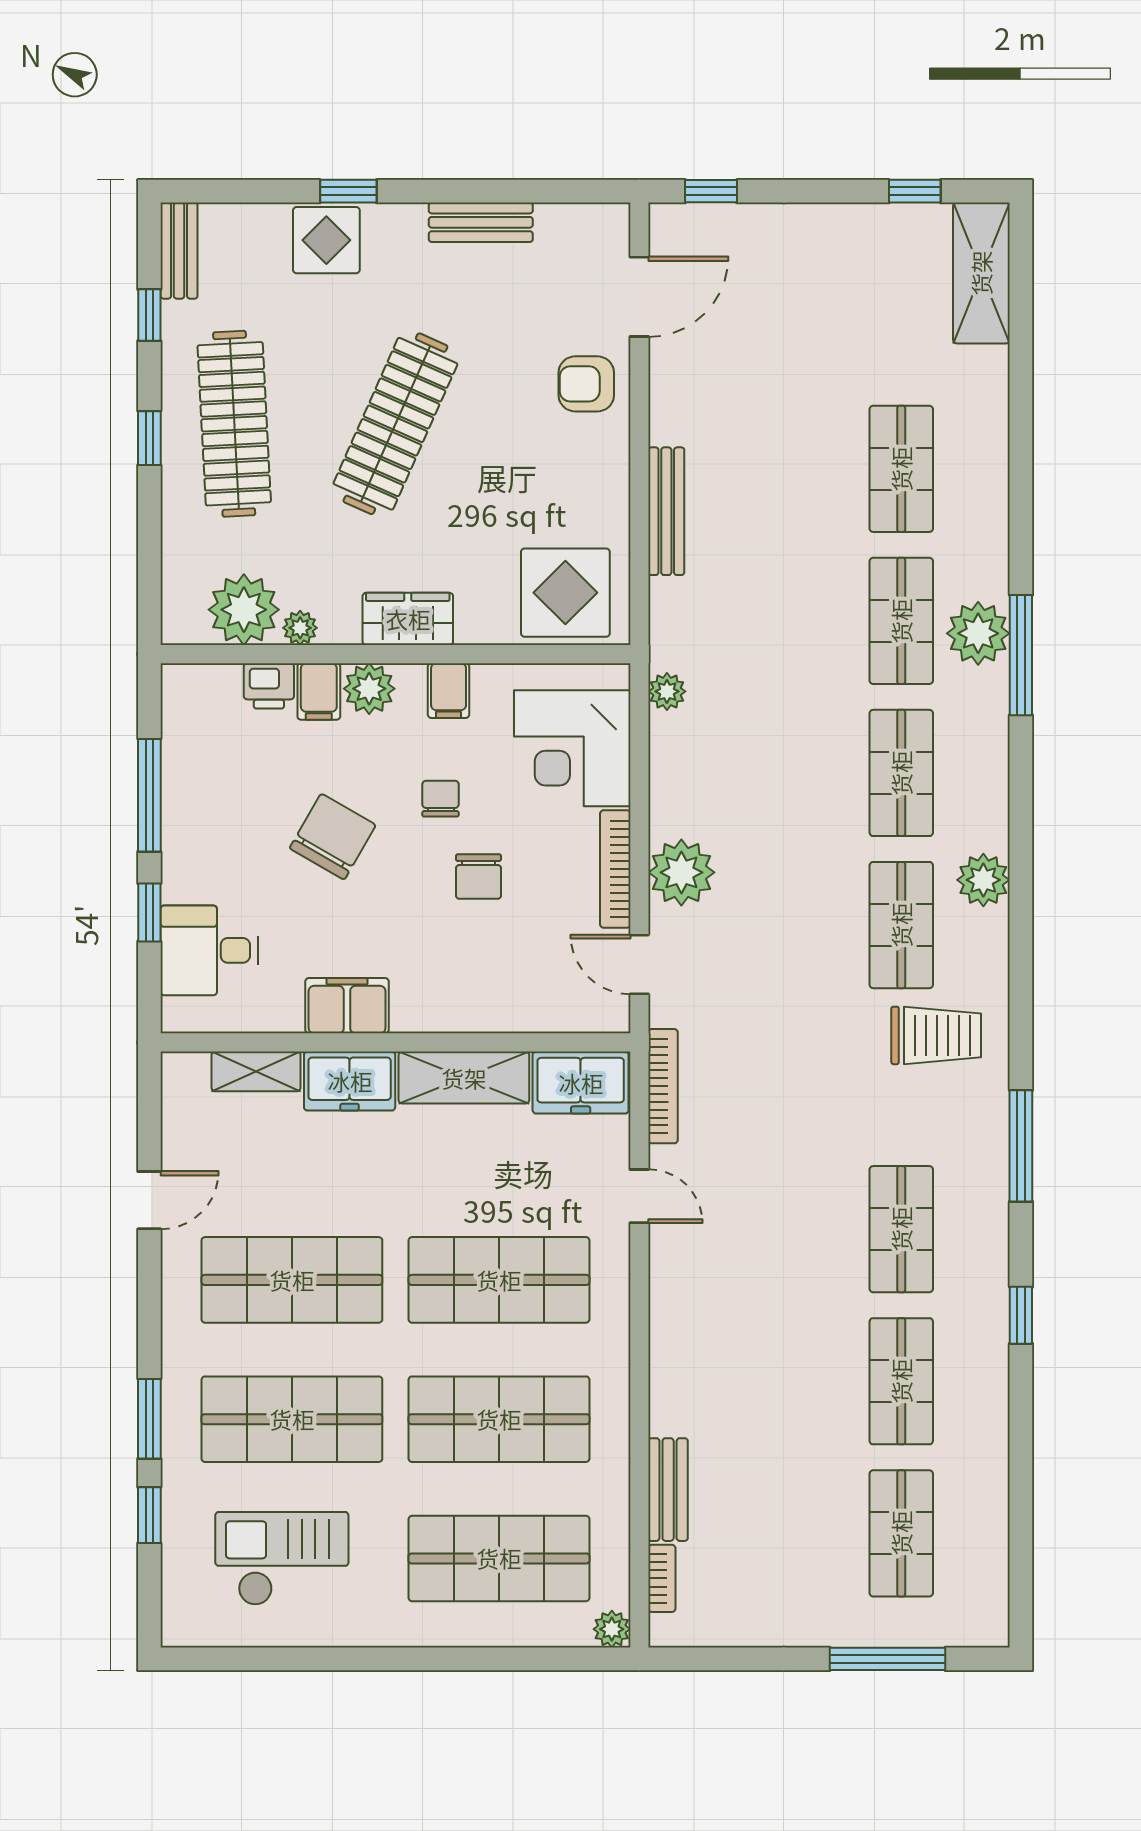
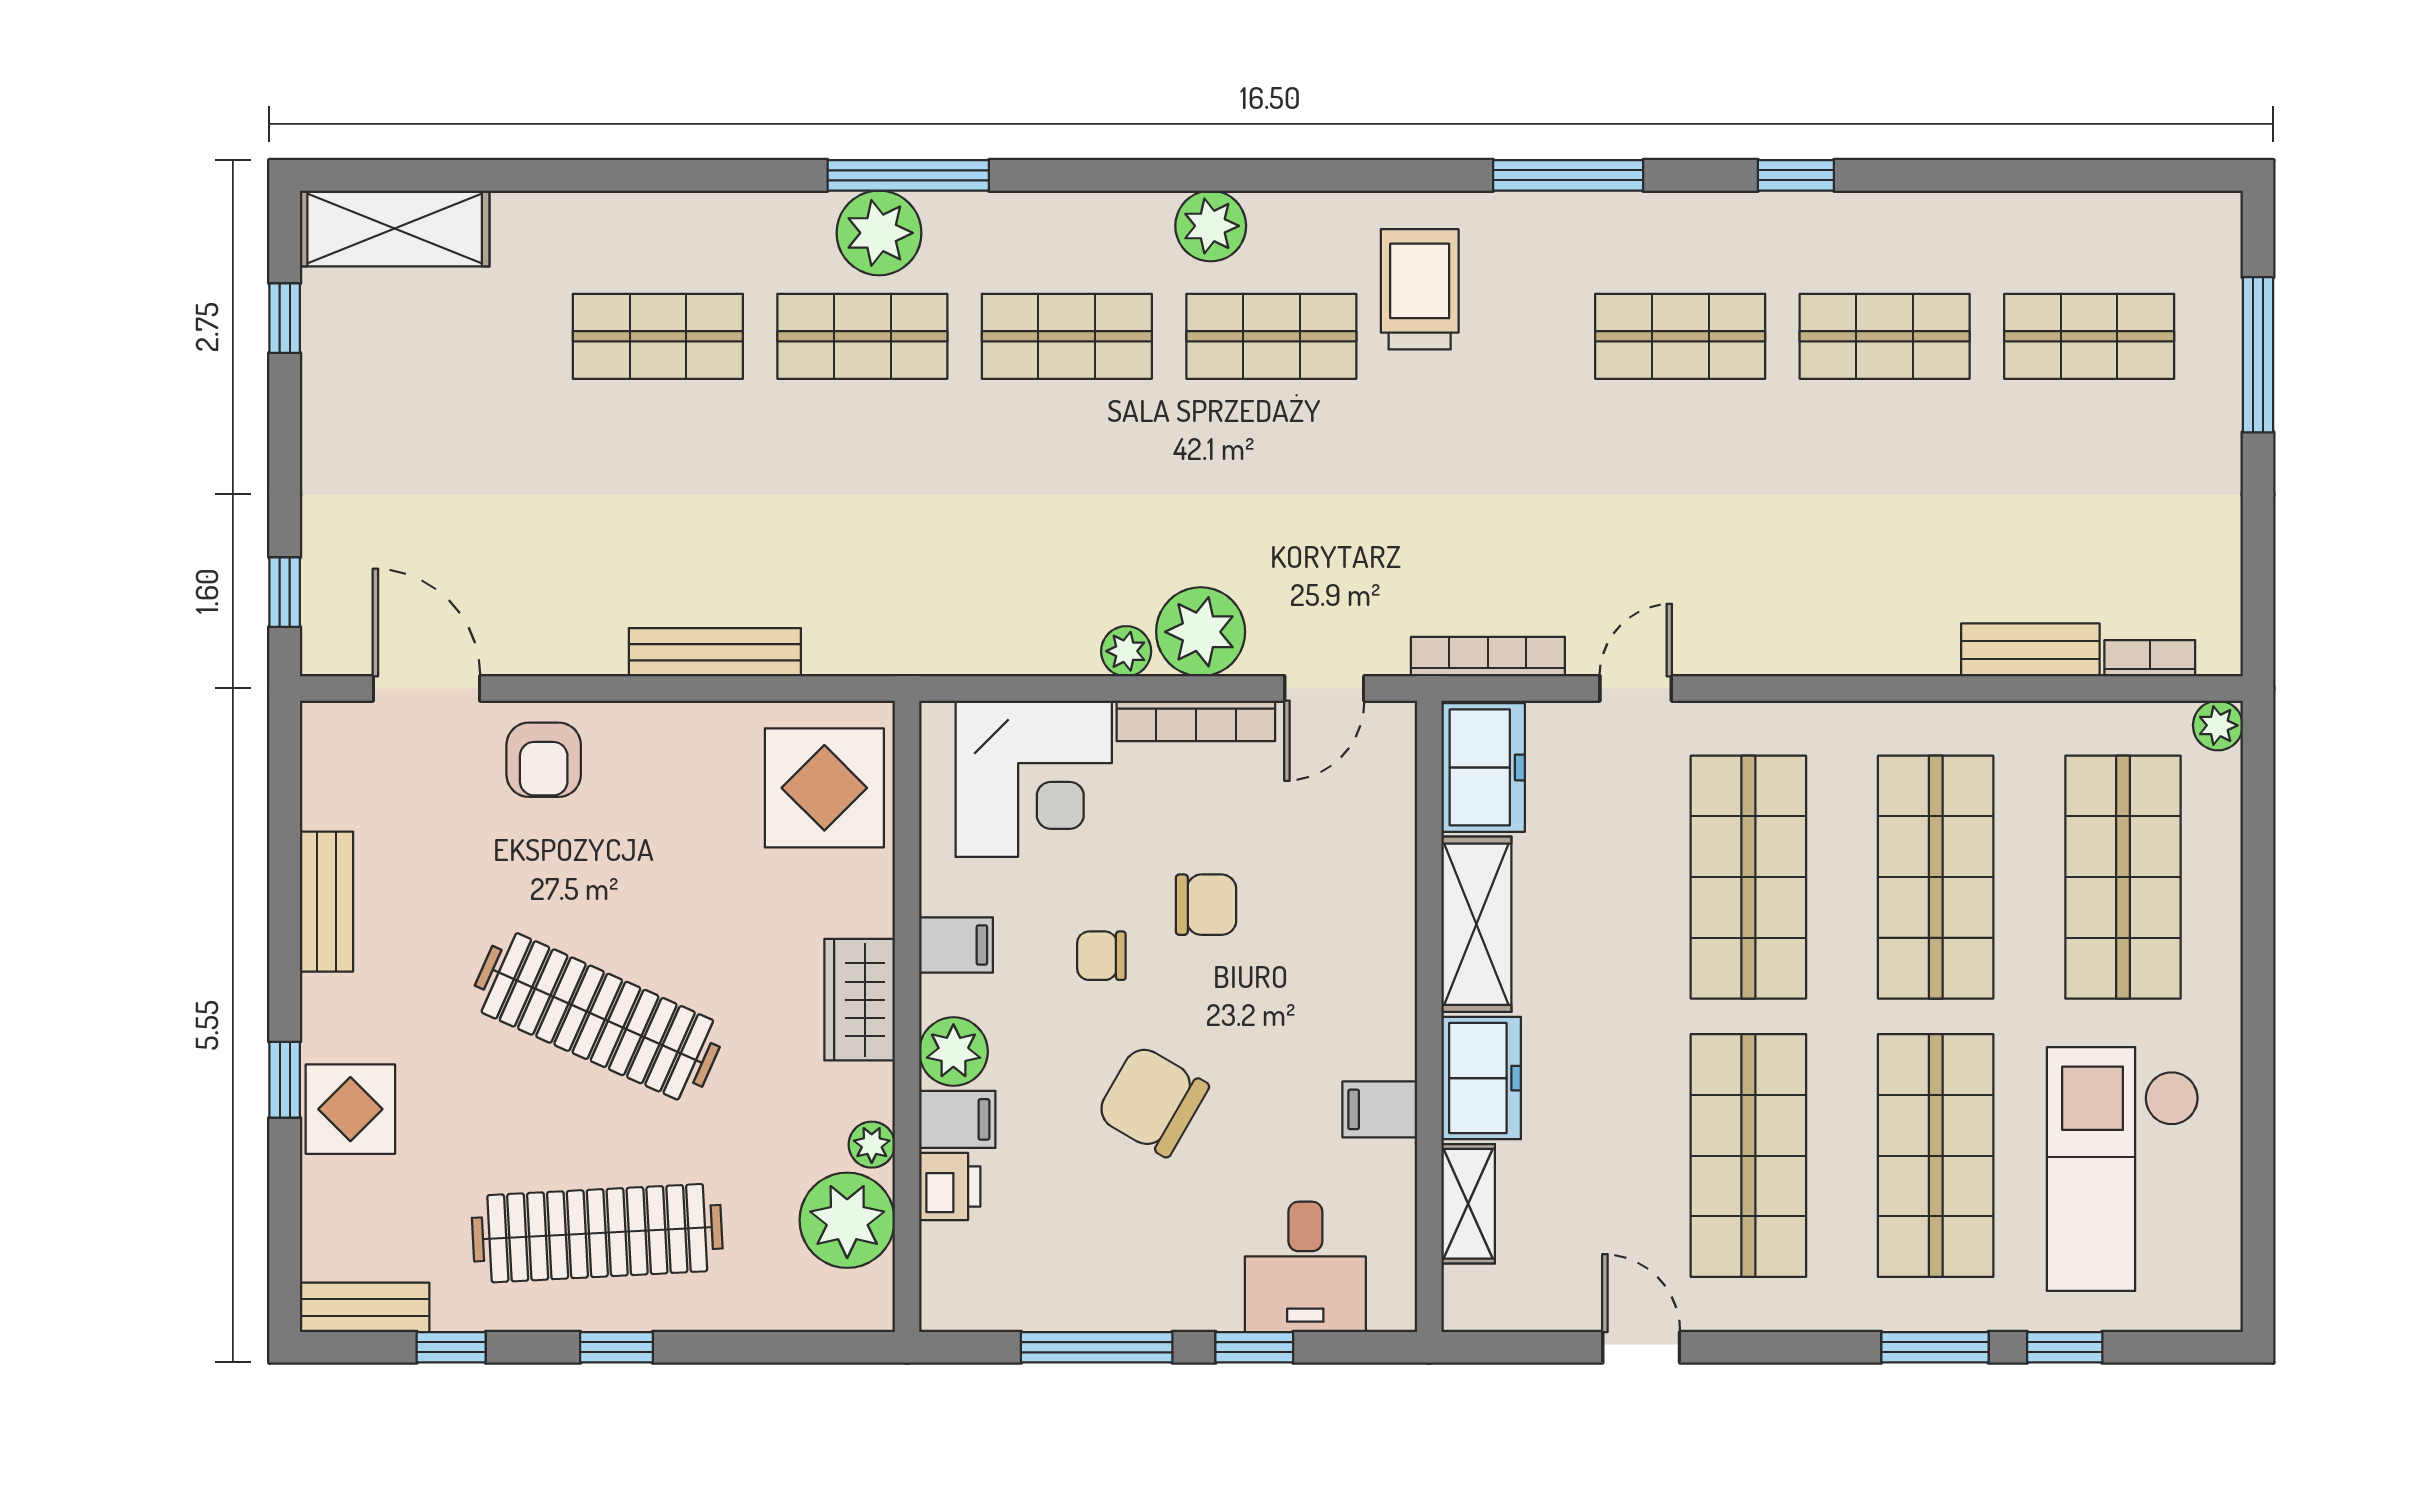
plant: (667, 691) -> (1126, 651), moved
filing cabinet: (347, 1006) -> (1380, 1109), width x0.50
checkout: (282, 1559) -> (2123, 1169), width x1.36, depth x1.21

